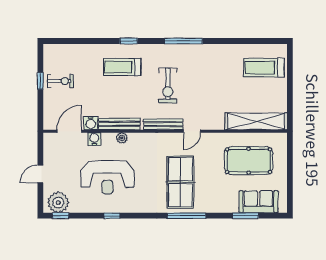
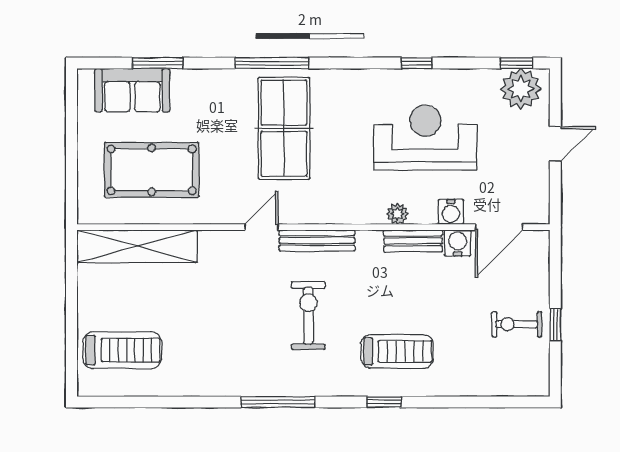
bench: (119, 124) -> (413, 241), width x0.73

